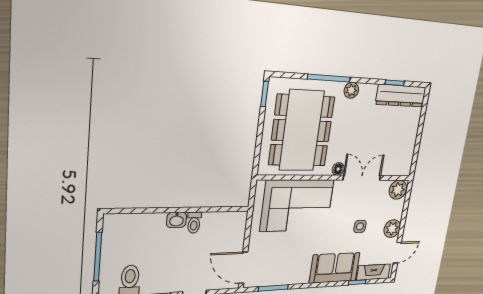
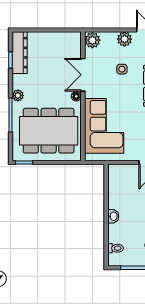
toilet: (194, 223) -> (115, 248), moved

